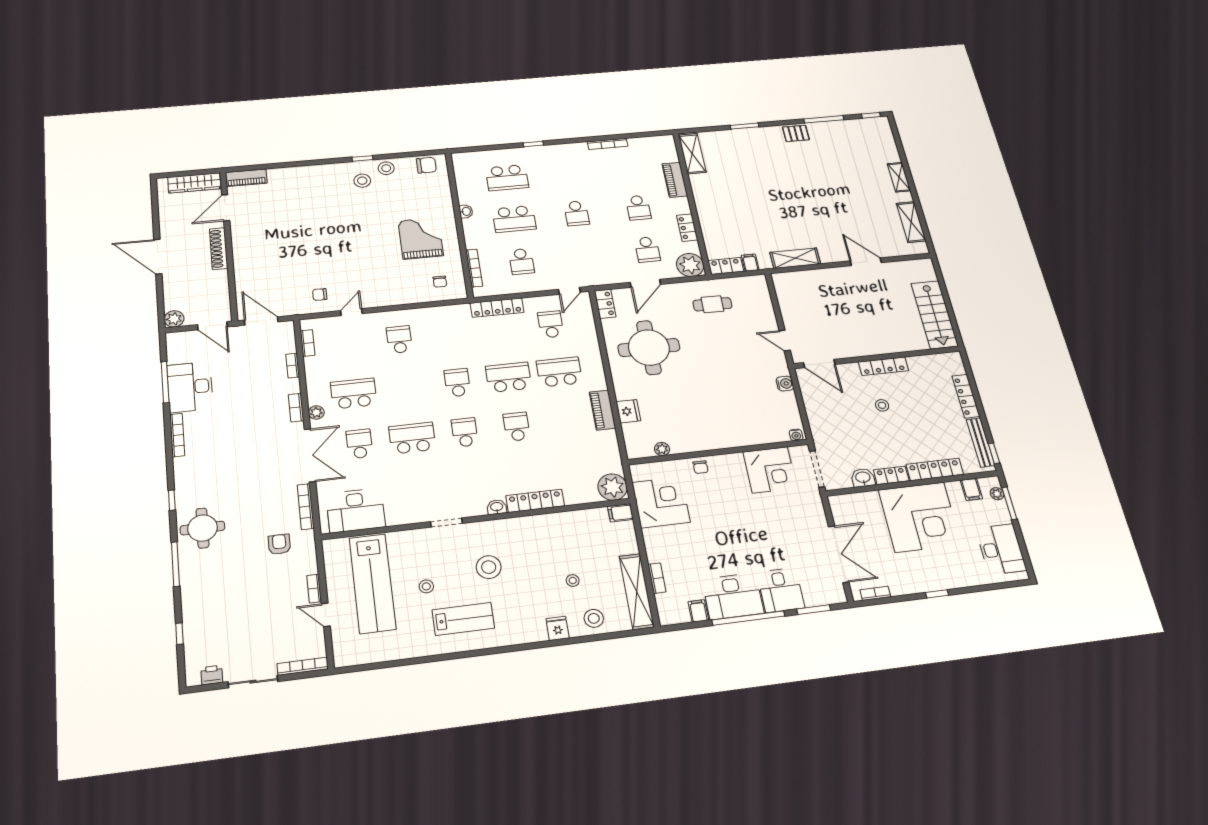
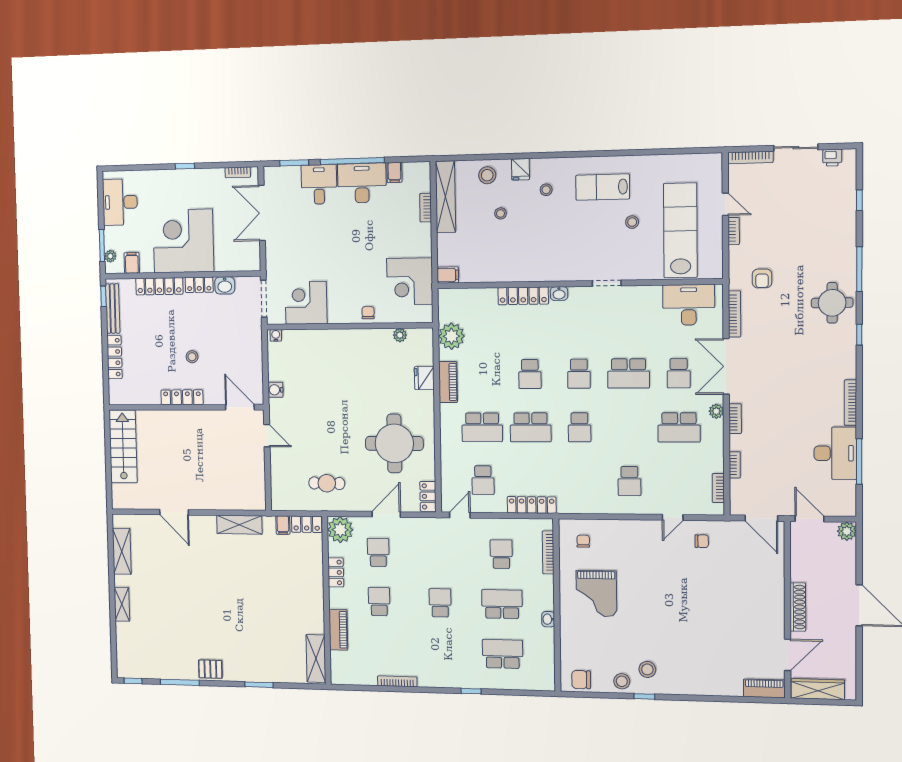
plant: (613, 487) -> (451, 336), moved
stool: (489, 567) -> (546, 190), moved, width x0.53, depth x0.53

